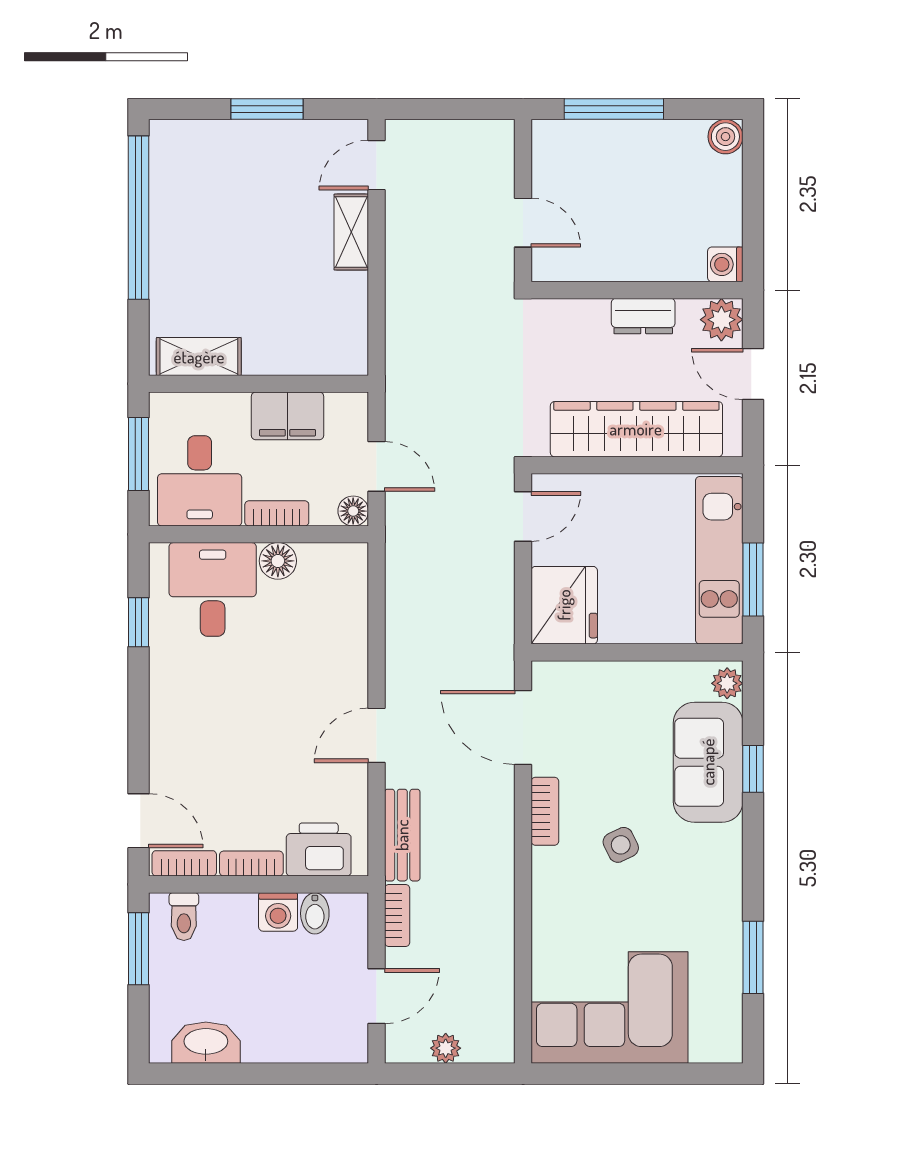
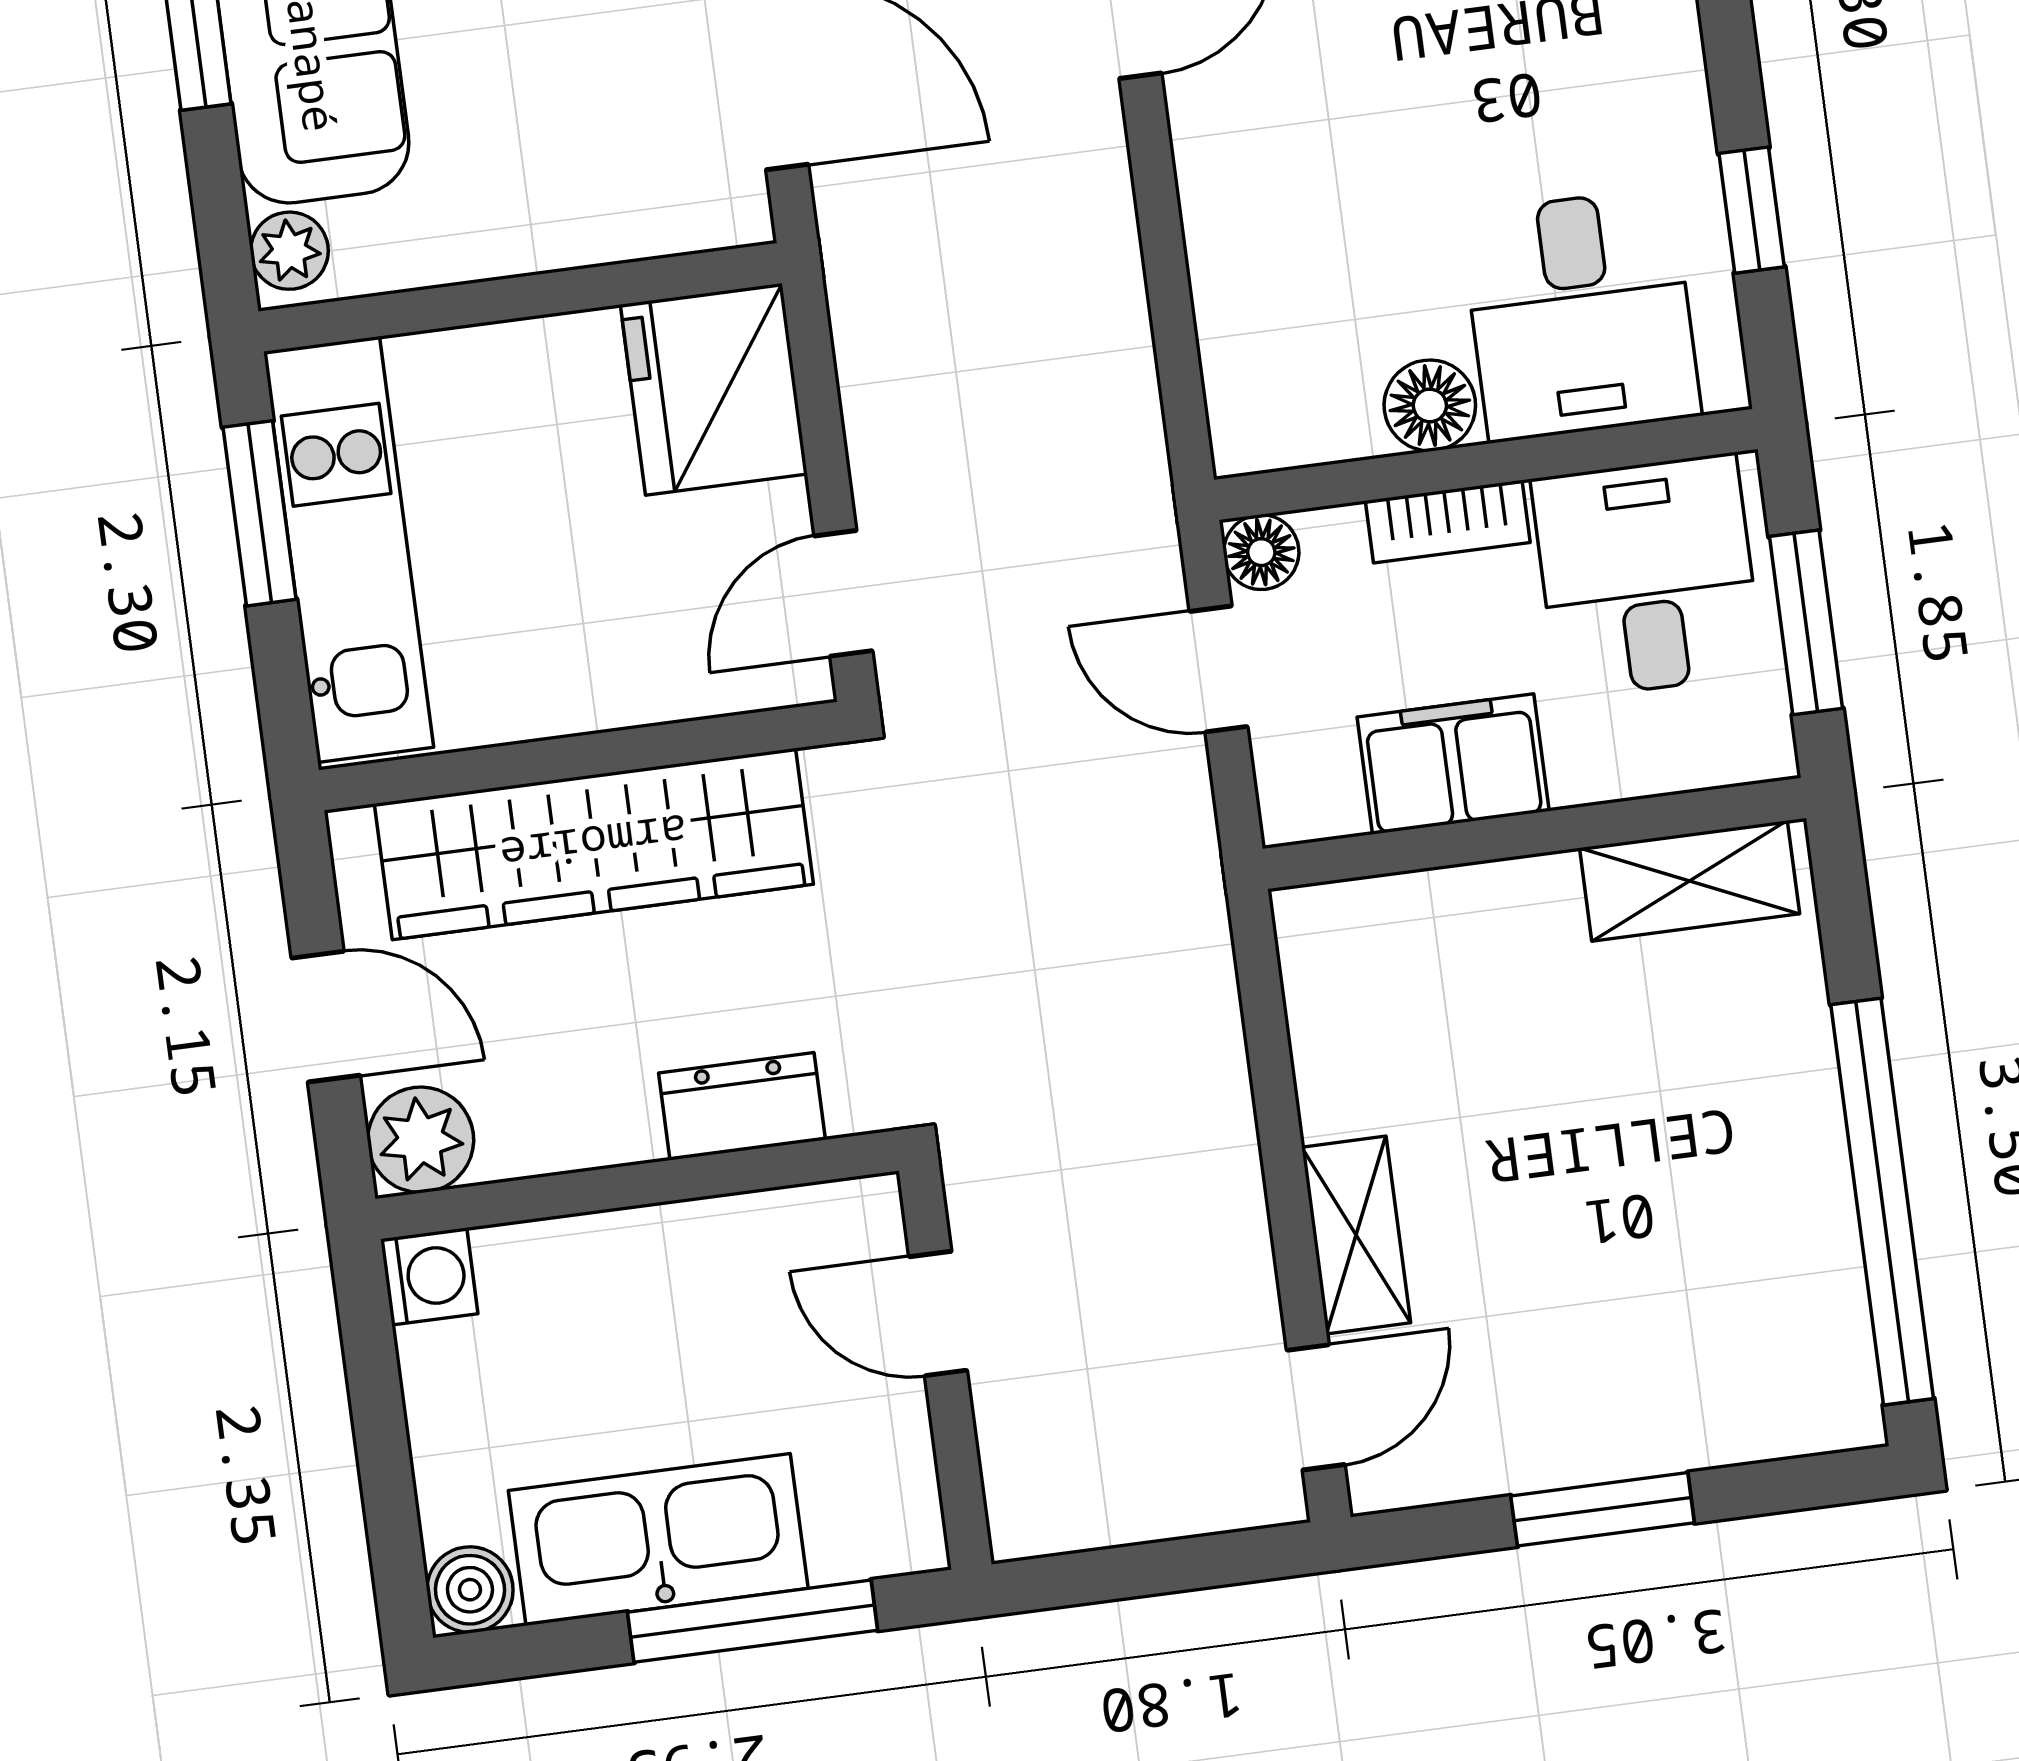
kitchen sink: (647, 147) -> (658, 1539), added
dresser: (643, 316) -> (742, 1106), moved

